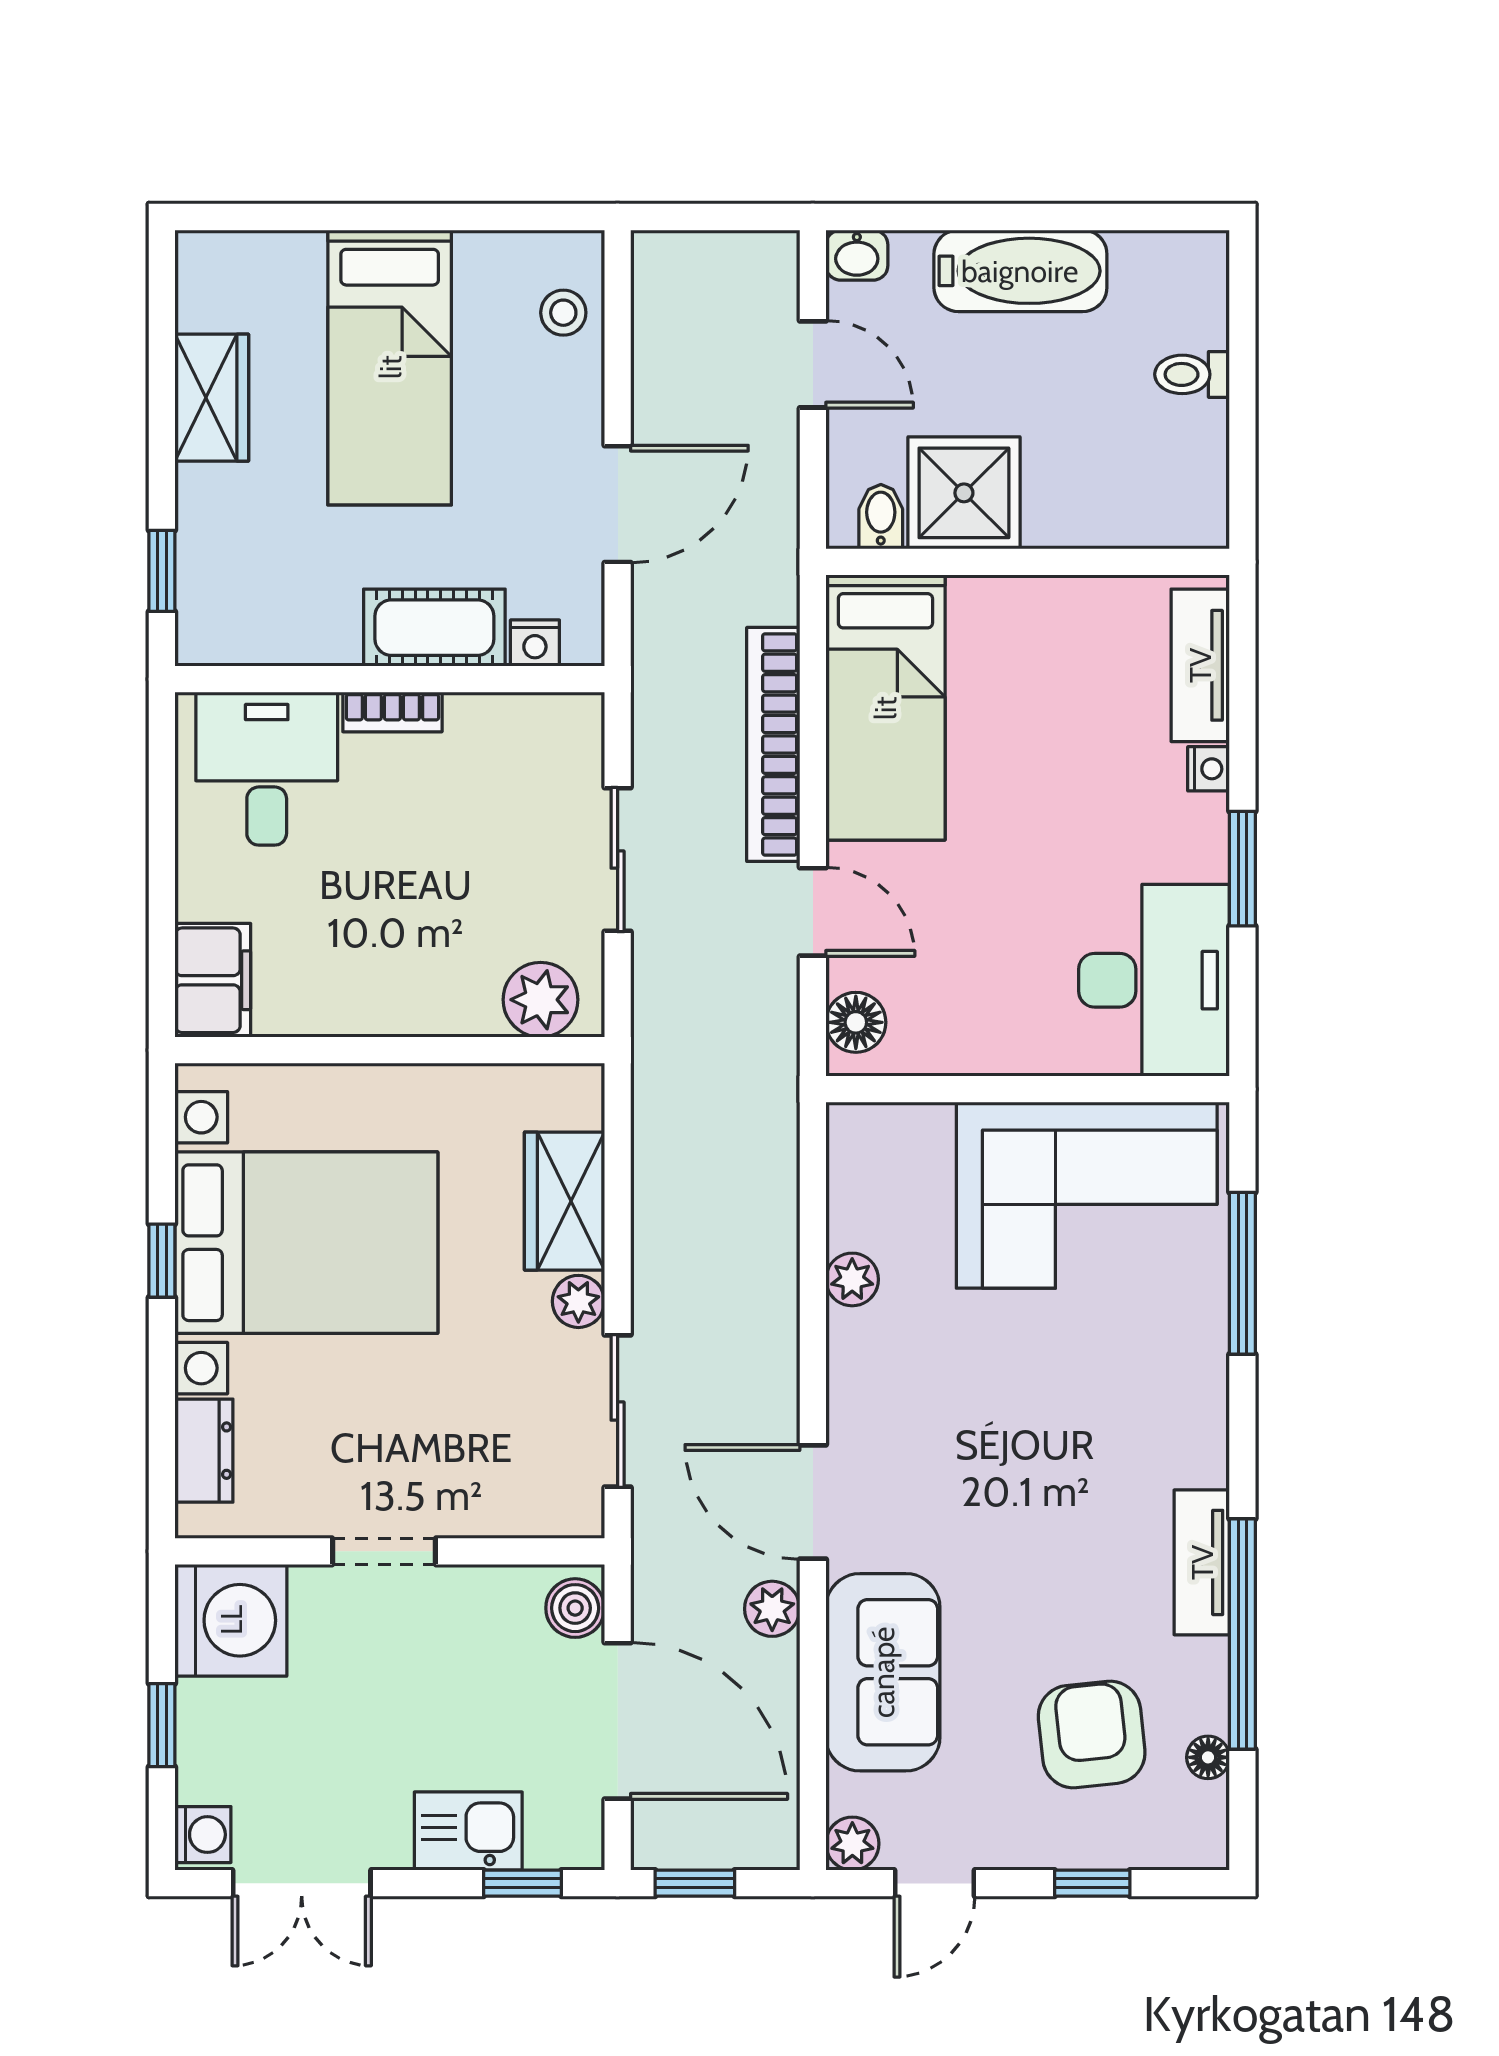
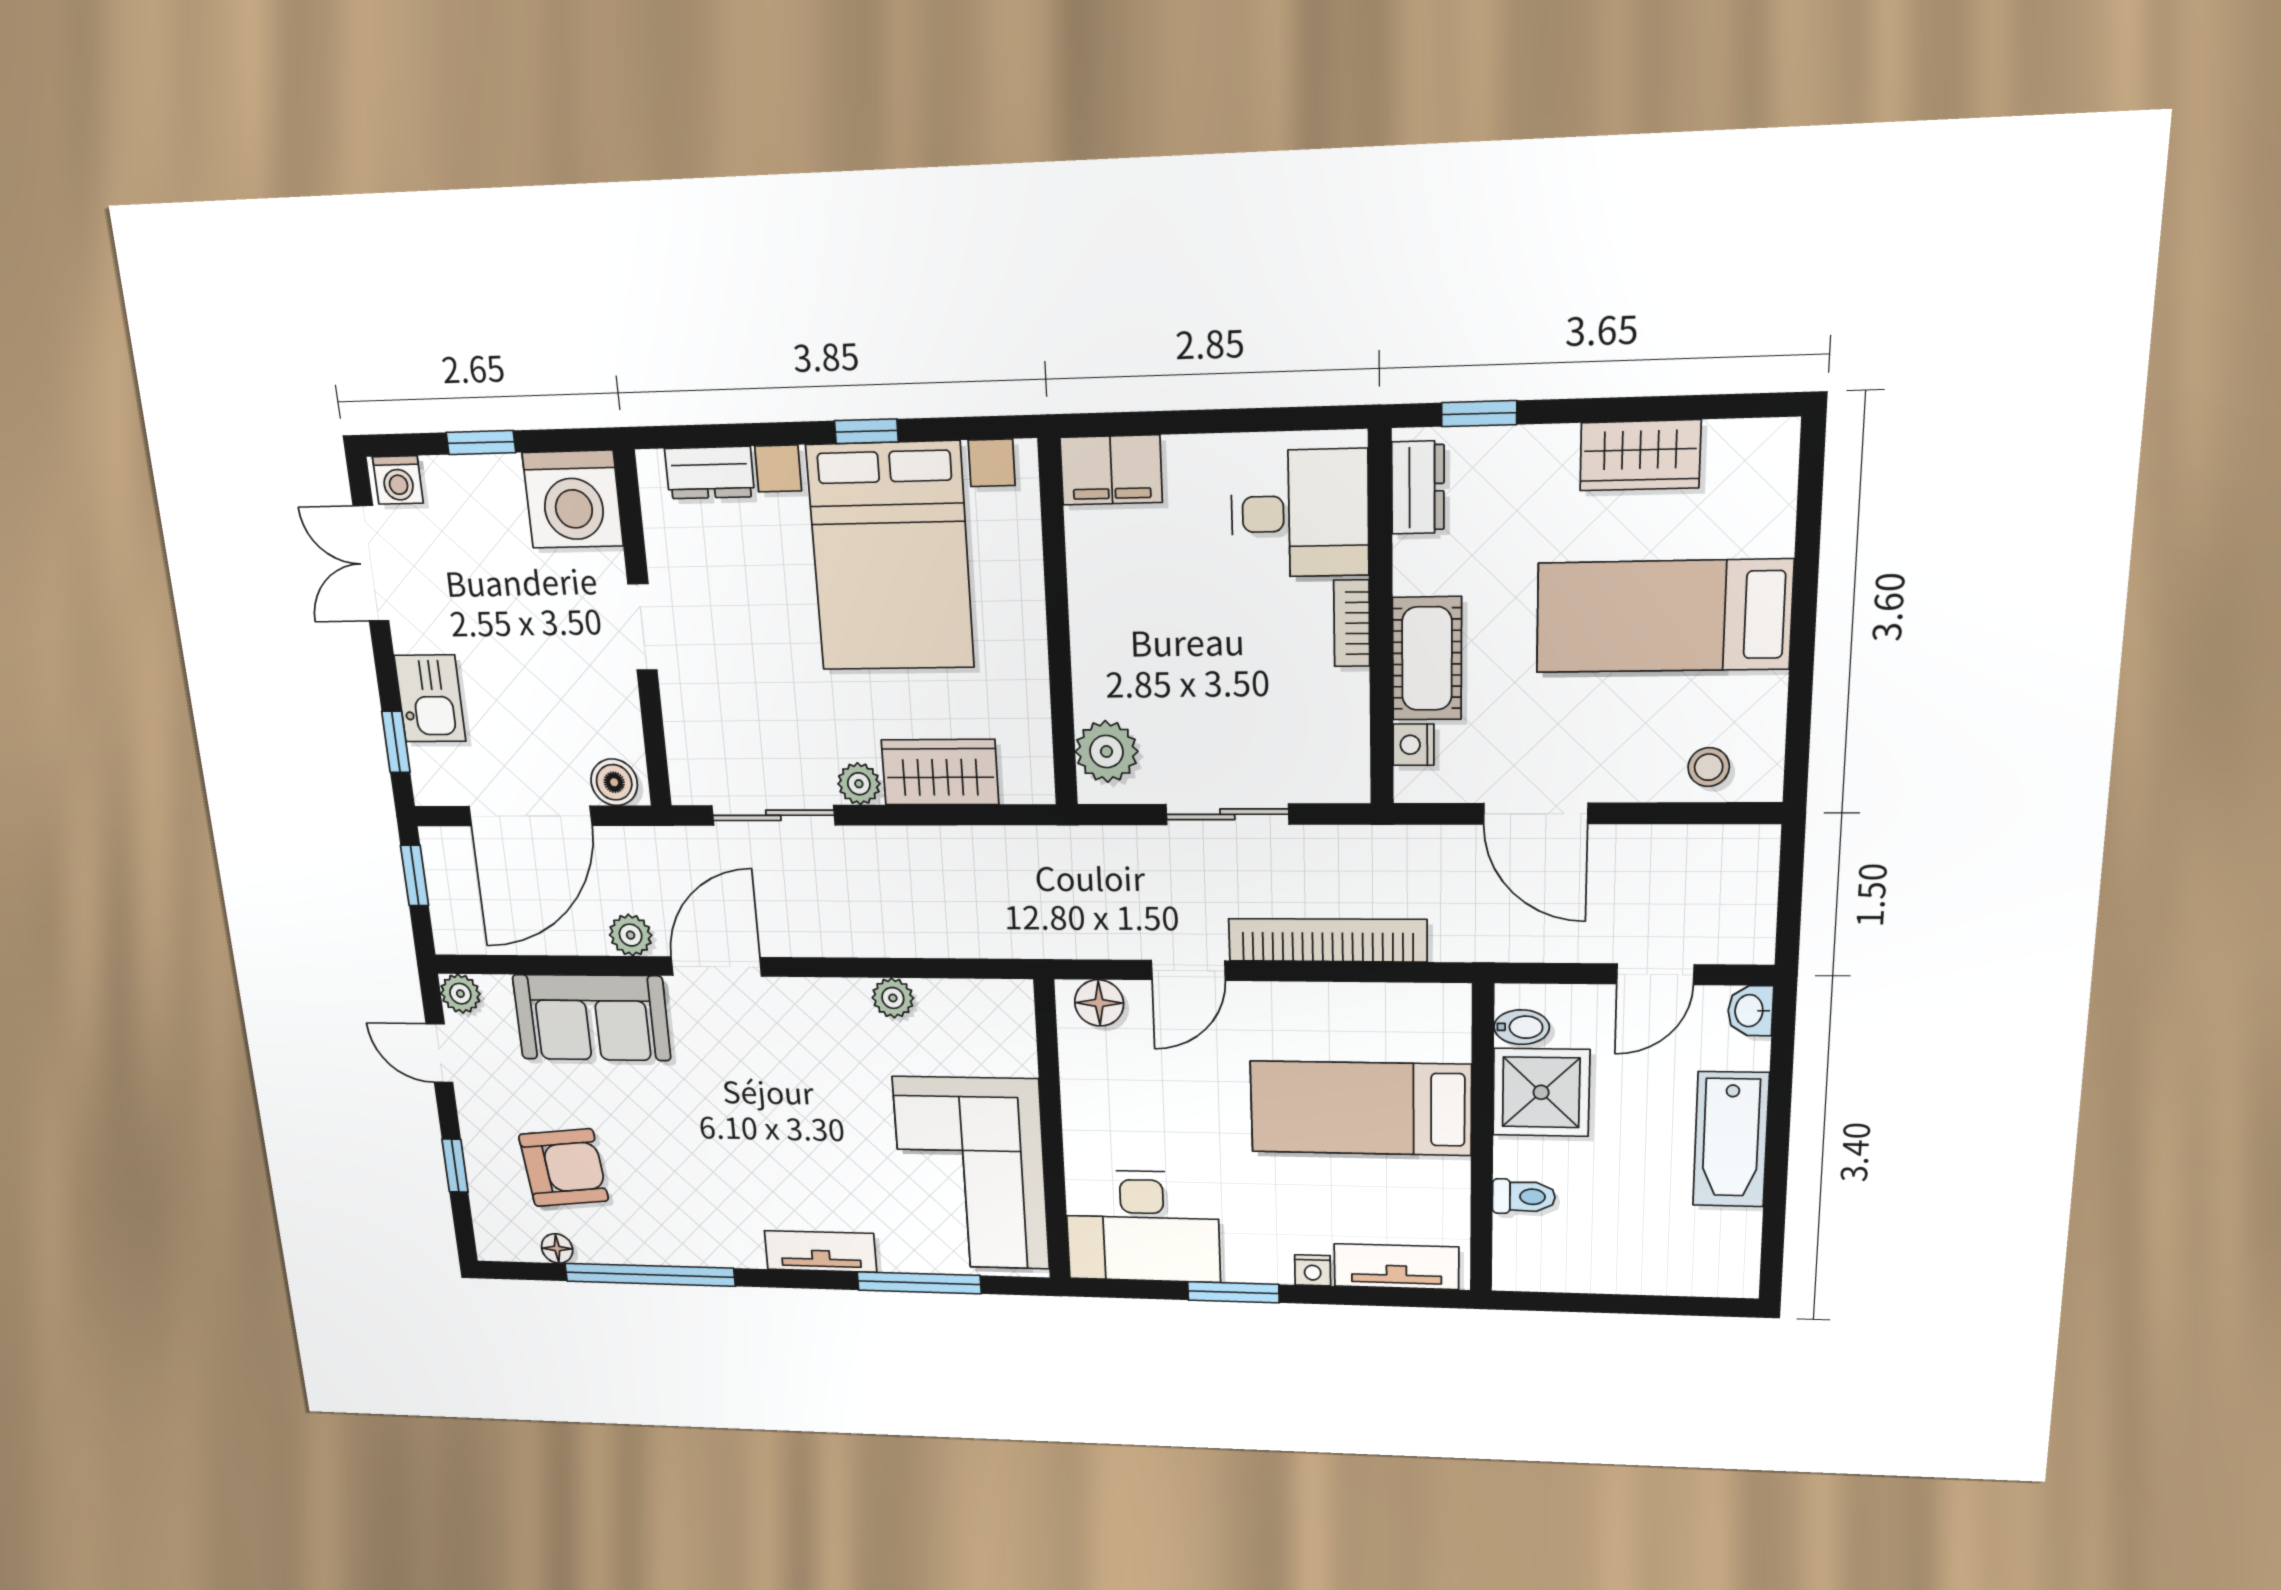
toilet: (1192, 374) -> (1524, 1197), moved, turned 90
dresser: (241, 637) -> (1418, 488), added
bed: (885, 708) -> (1361, 1108), moved
tv unit: (1202, 1562) -> (820, 1251), moved

